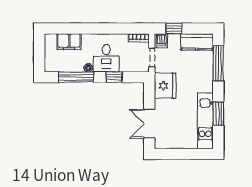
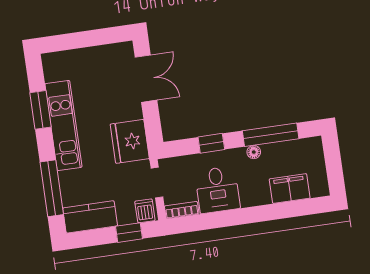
desk: (106, 58) -> (217, 190), moved, turned 180
kitchen unit: (205, 121) -> (63, 125), moved

